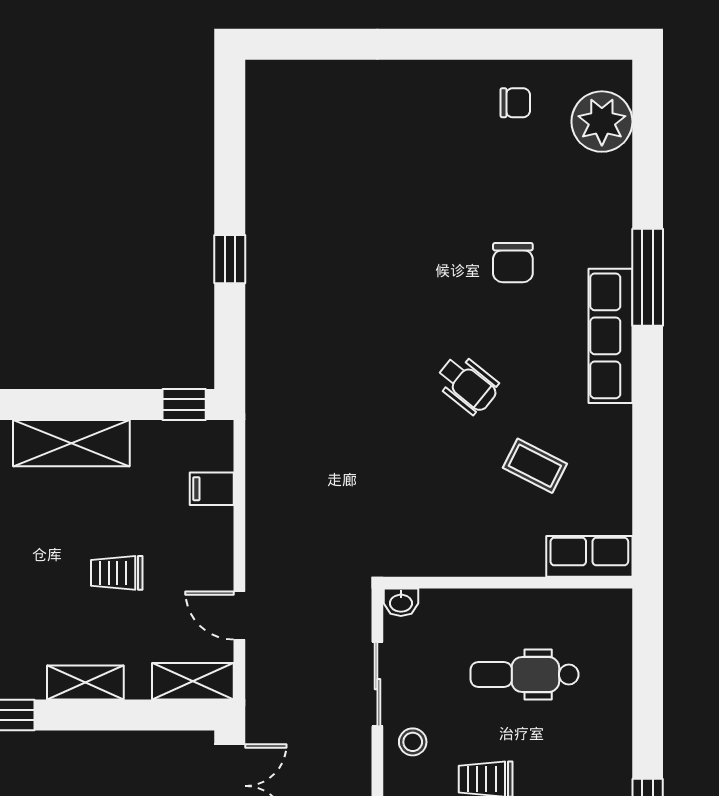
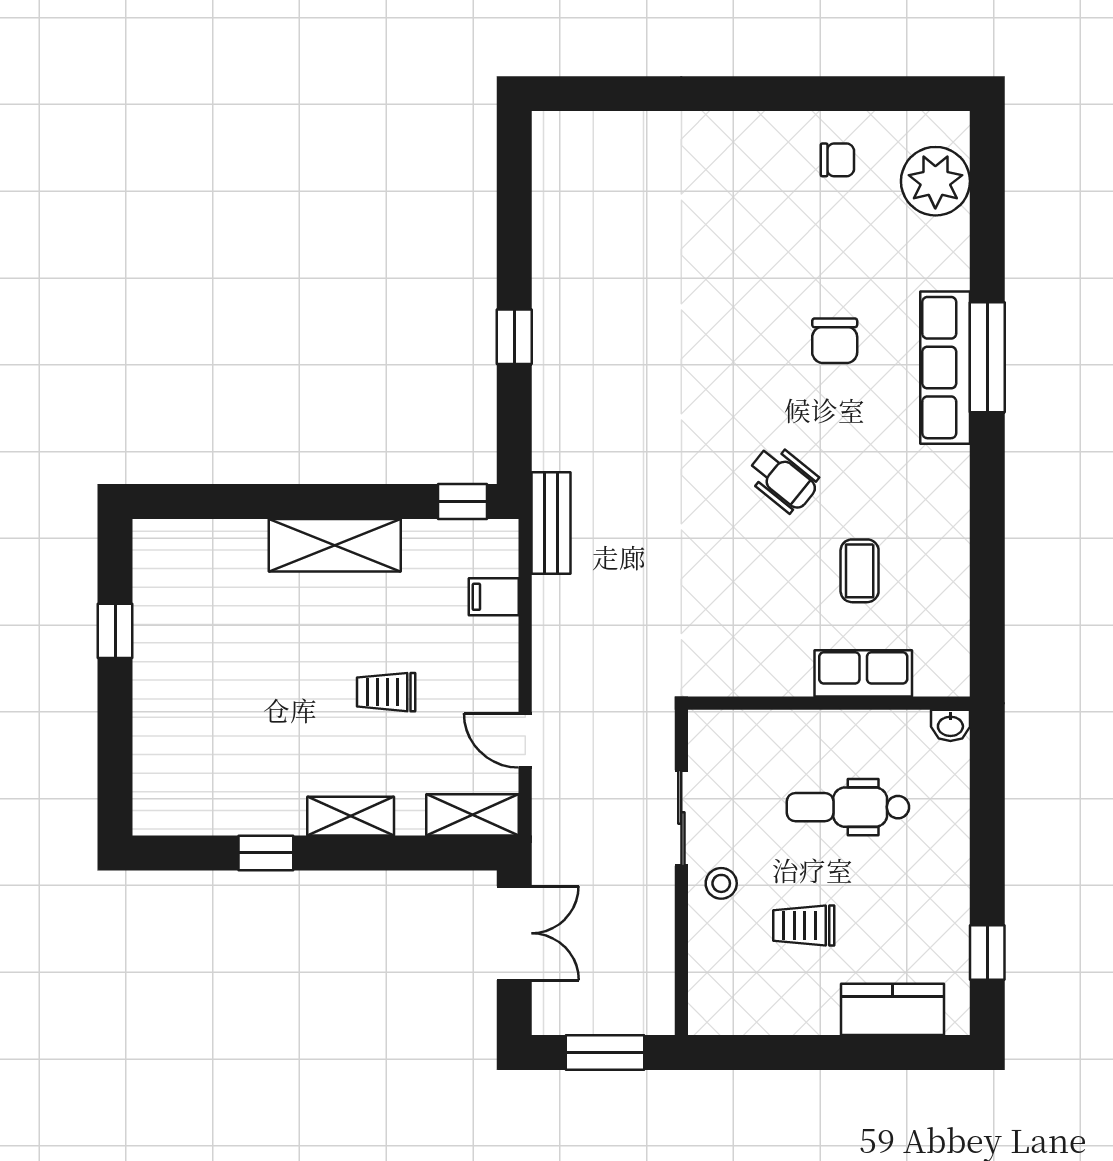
row of seats: (610, 336) -> (945, 368), moved
bench: (262, 424) -> (551, 523), added
coffee table: (535, 466) -> (860, 571), turned 63
row of seats: (589, 556) -> (863, 673), moved
washbasin: (401, 602) -> (950, 725), moved

